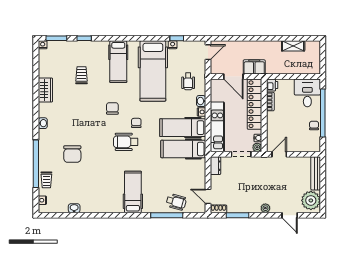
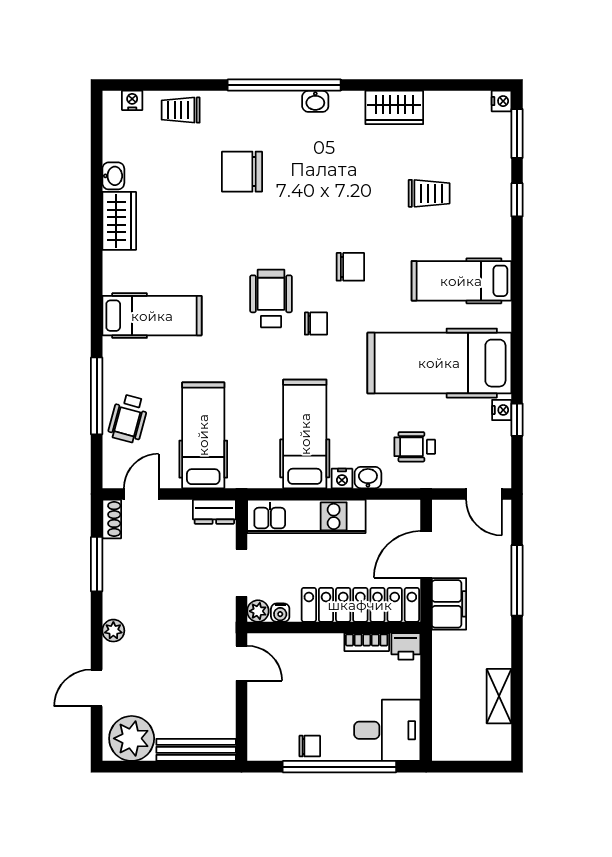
window: (244, 38) -> (517, 580), added
hospital bed: (183, 149) -> (203, 435), moved
window: (36, 164) -> (284, 85), moved
wardrobe: (93, 206) -> (119, 221), added

